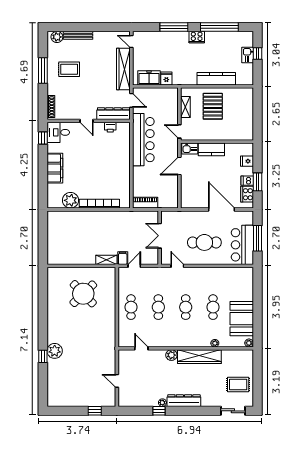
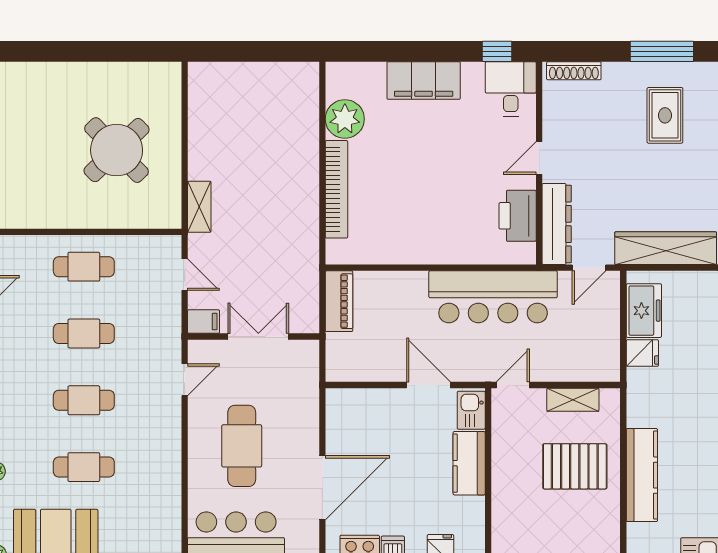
printer: (110, 127) -> (518, 216), width x1.87, depth x1.48
filing cabinet: (123, 258) -> (204, 322), moved

